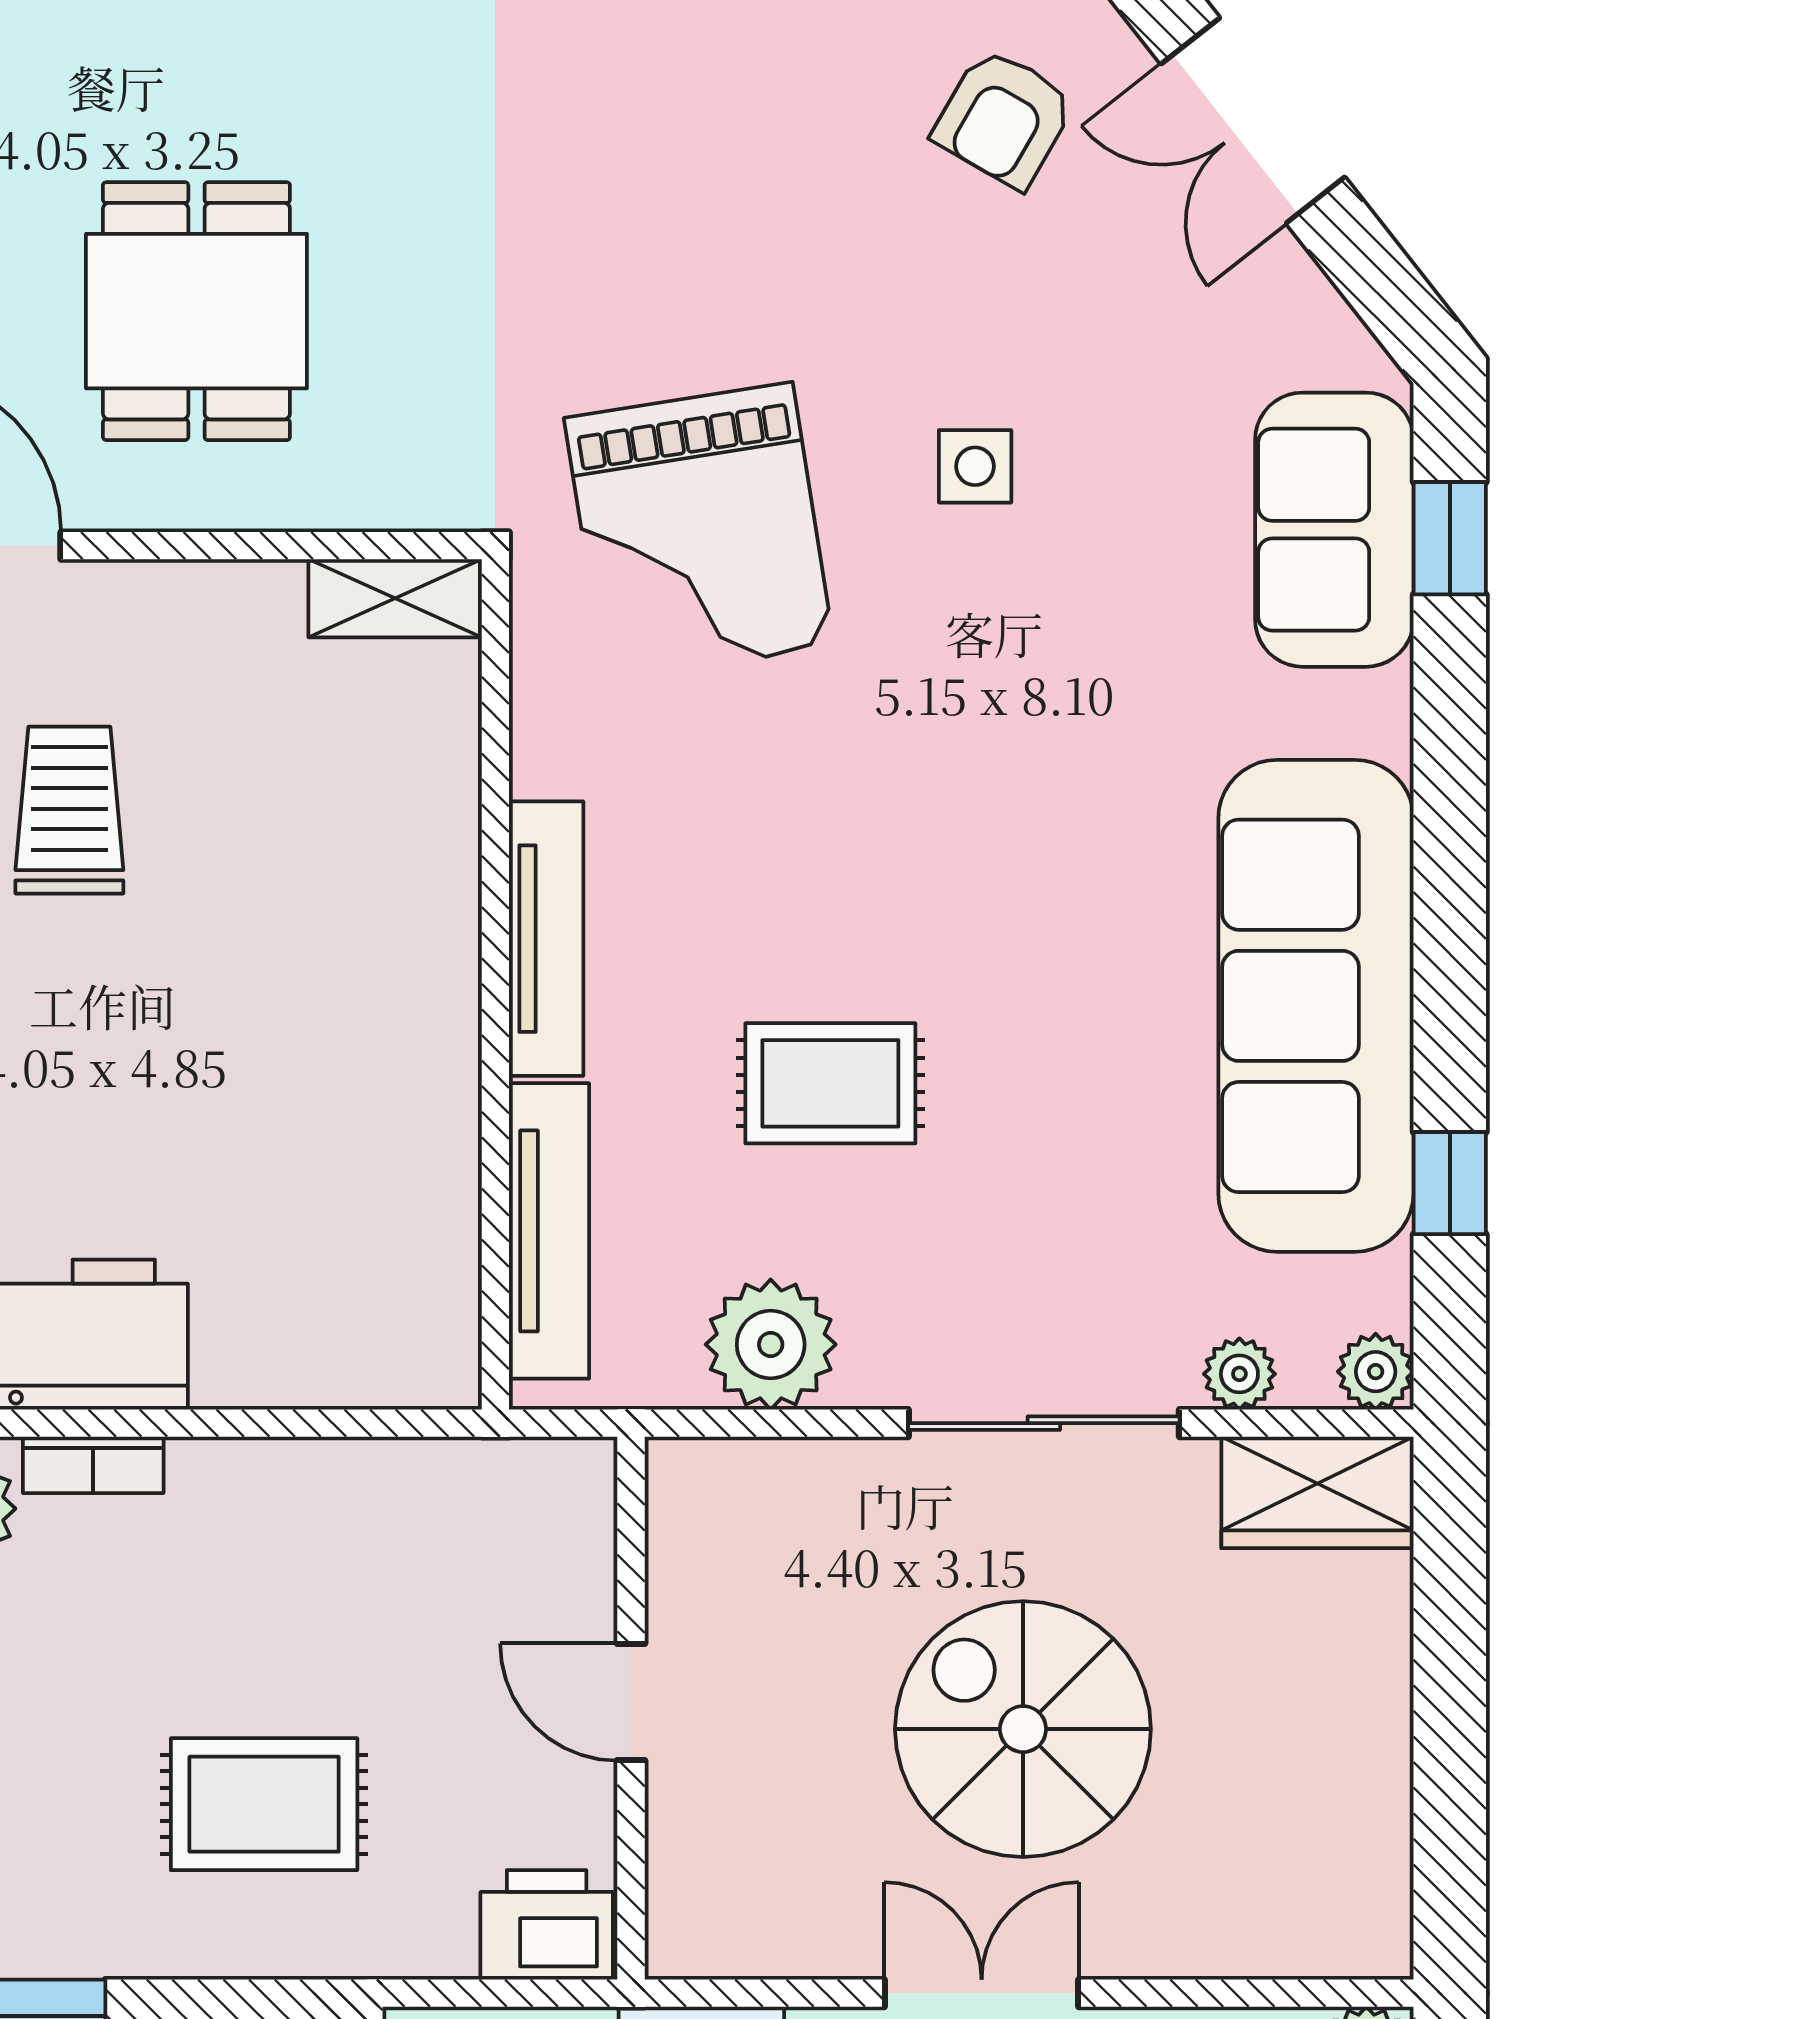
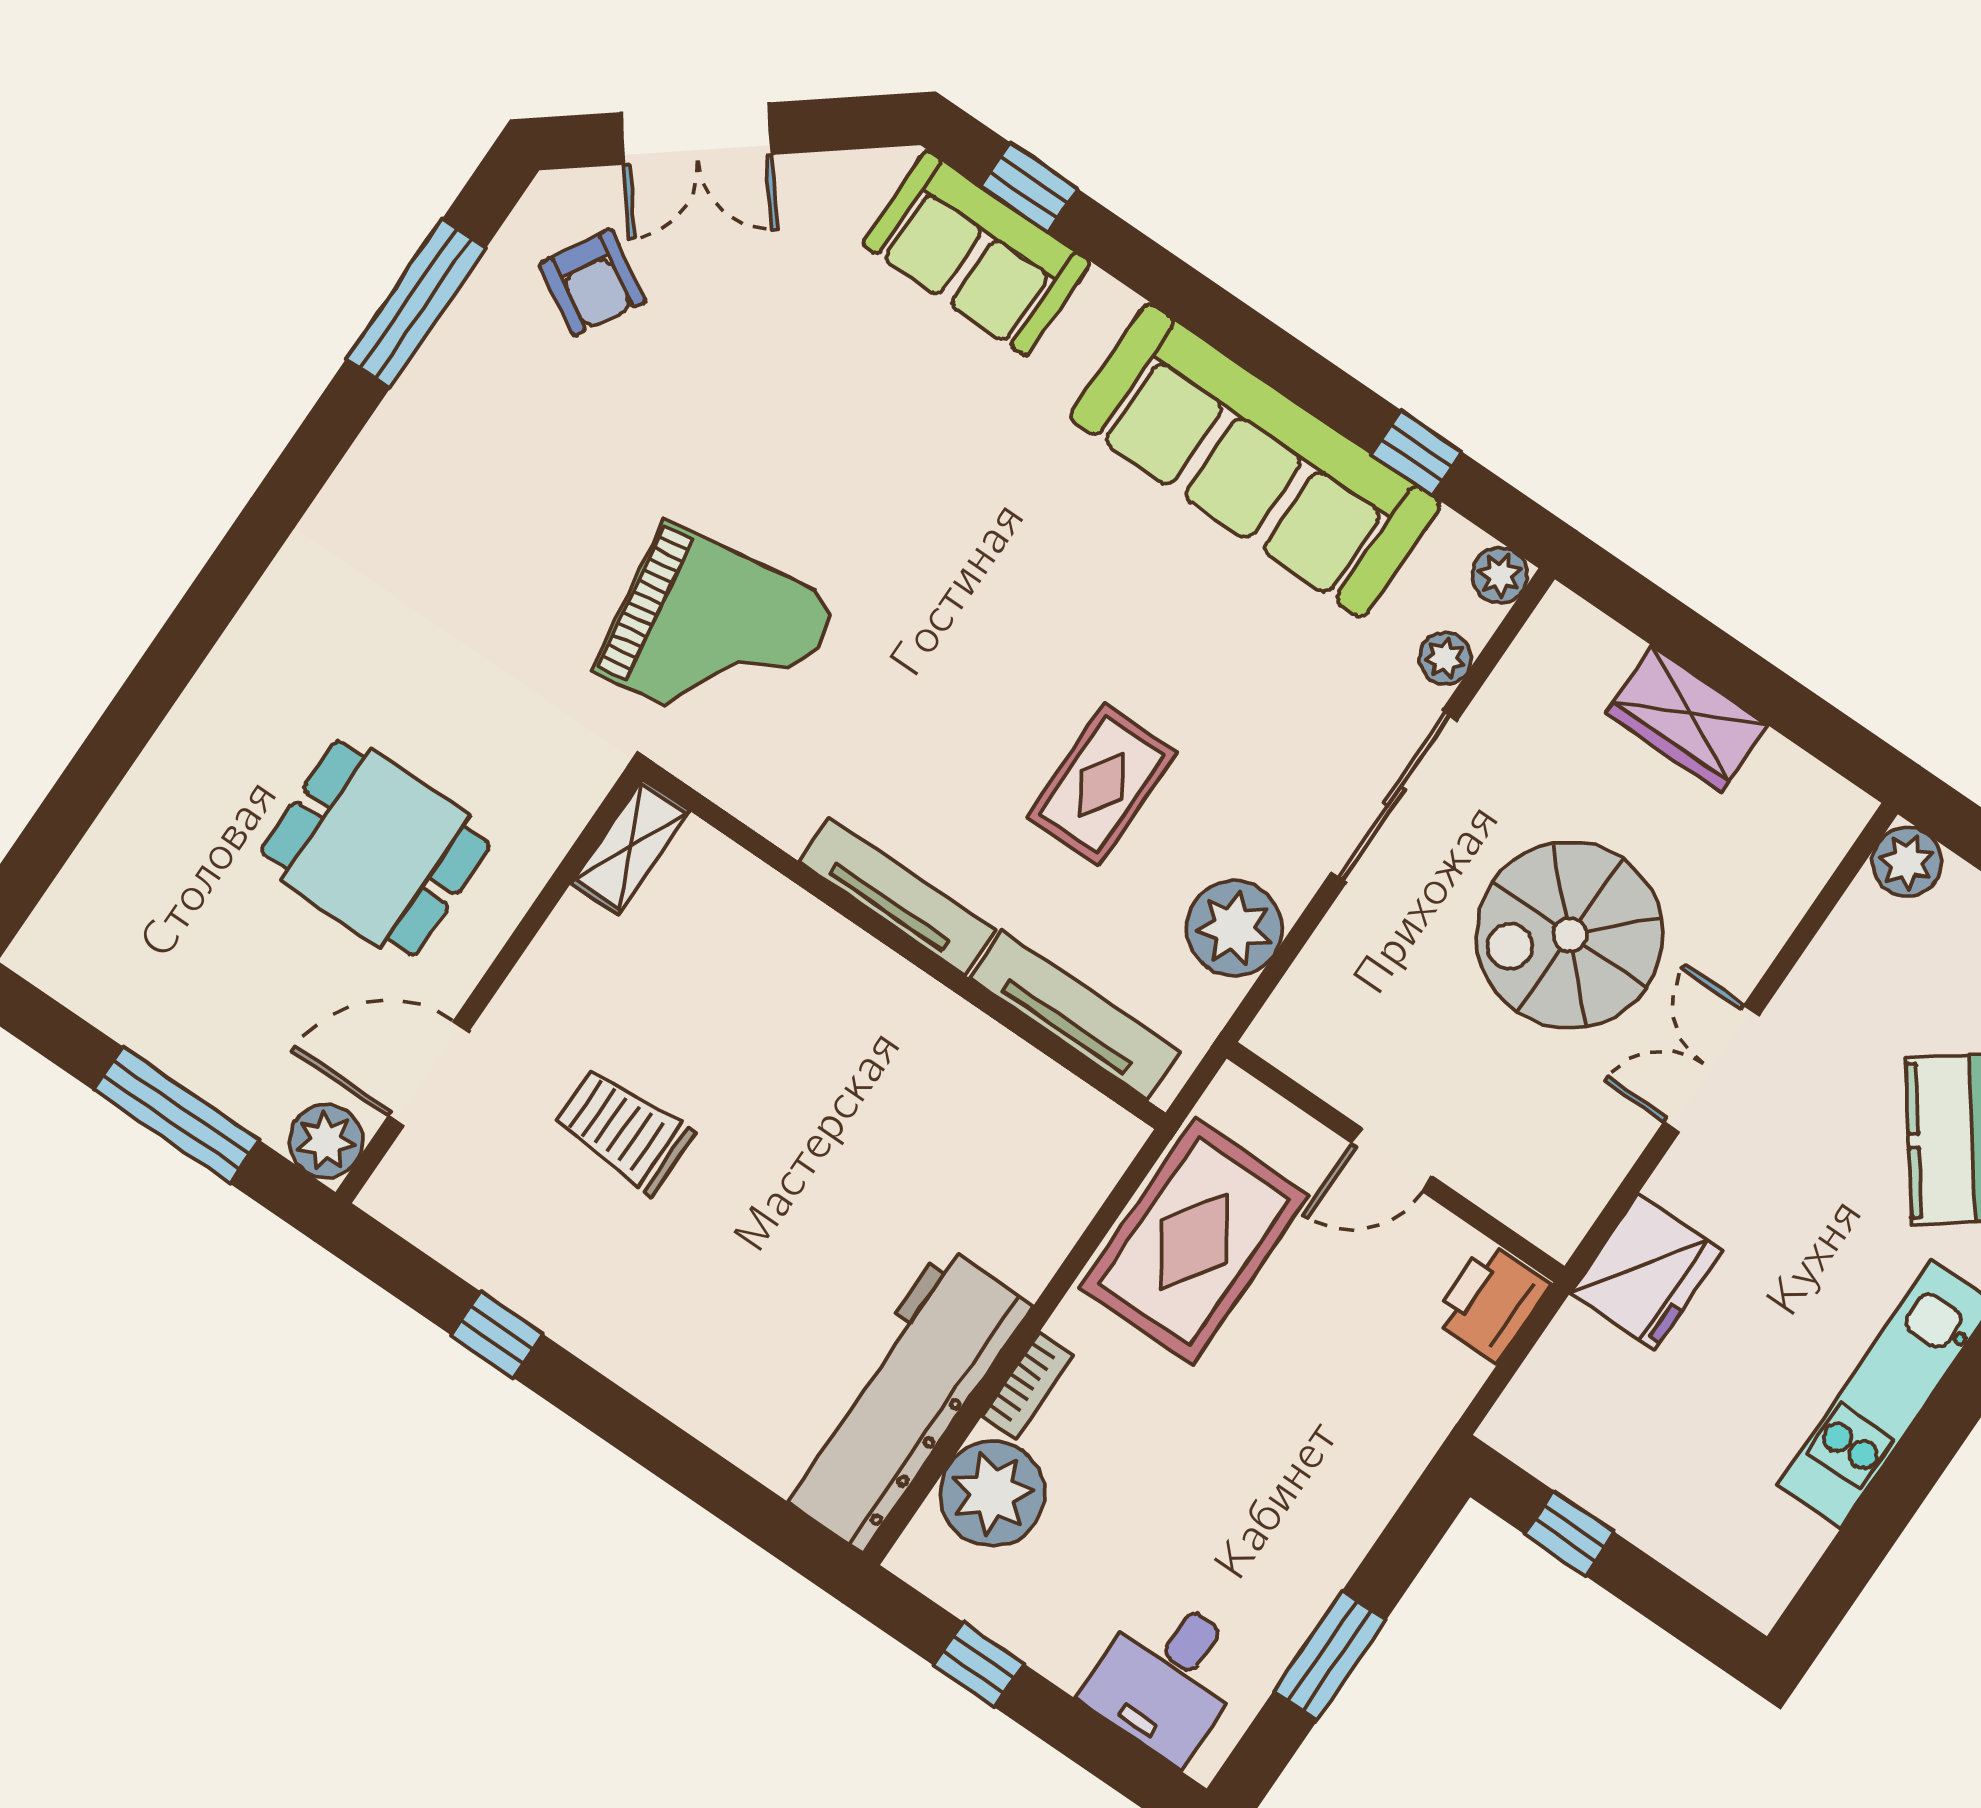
side table: (975, 466) -> (790, 443), removed
wardrobe: (1317, 1492) -> (1687, 719), moved, turned 90
rug: (264, 1804) -> (1194, 1242), moved, width x1.36, depth x1.43

